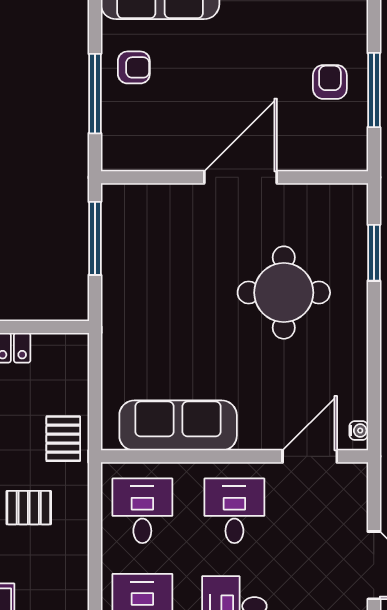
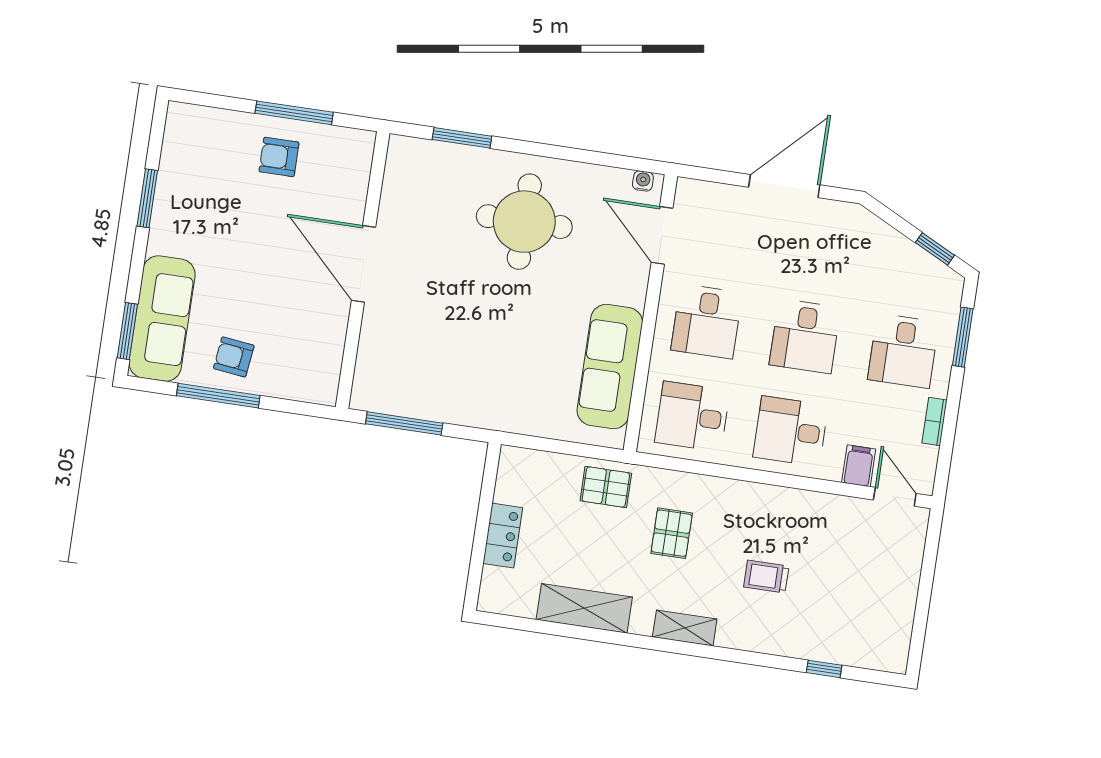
armchair: (134, 67) -> (234, 357), turned -83
window: (95, 94) -> (218, 396), moved
round table: (284, 293) -> (524, 222), moved
desk: (234, 511) -> (707, 322), turned -90

